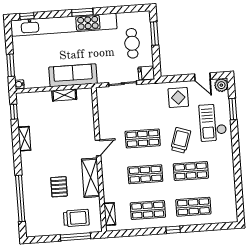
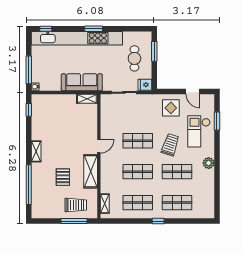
window: (11, 65) -> (29, 70), width x1.44
plant: (221, 85) -> (209, 163), moved
shelving: (64, 95) -> (87, 99), moved
shelving: (24, 139) -> (36, 151), moved

